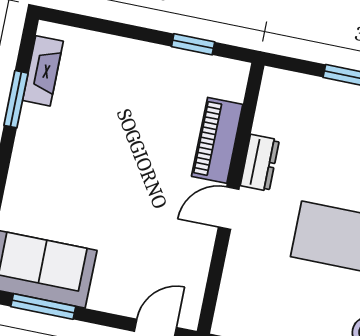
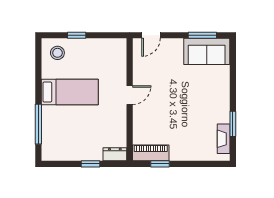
piano: (217, 140) -> (151, 153), moved, turned -90
dresser: (260, 163) -> (115, 154), moved, turned 90

